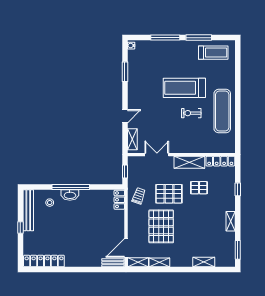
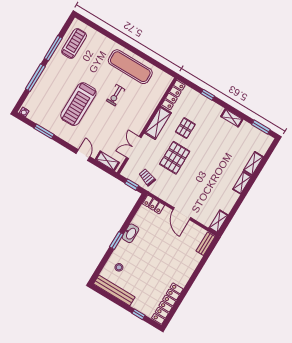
treadmill: (184, 88) -> (78, 104), moved
window: (71, 187) -> (116, 241), width x0.47
washbasin: (70, 195) -> (130, 233), moved
trolley: (139, 196) -> (147, 177), moved
pallet: (161, 226) -> (199, 182), removed
window: (20, 227) -> (139, 314), moved
door: (126, 248) -> (182, 214), moved
shelving: (159, 262) -> (242, 183), moved

